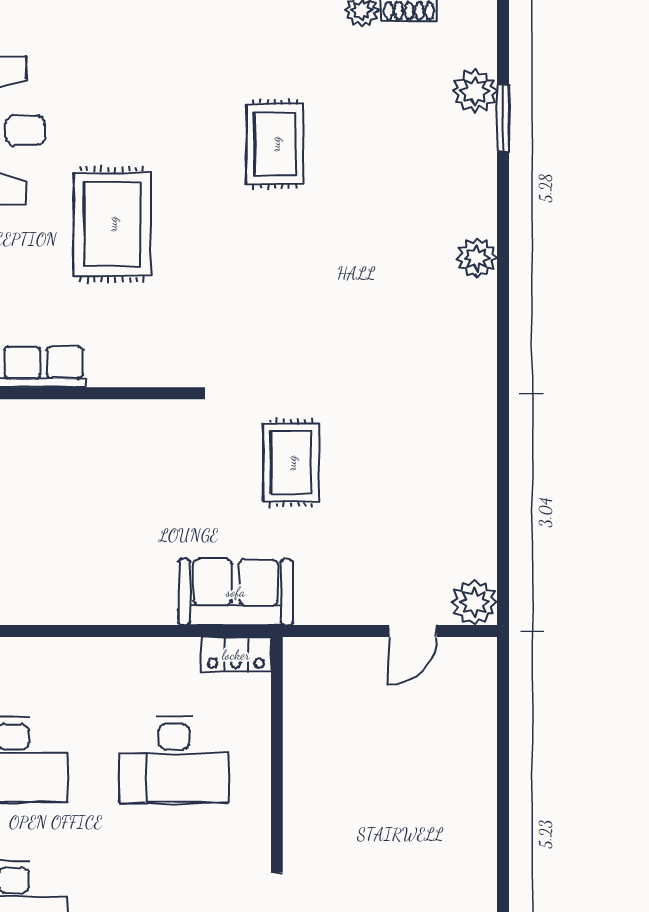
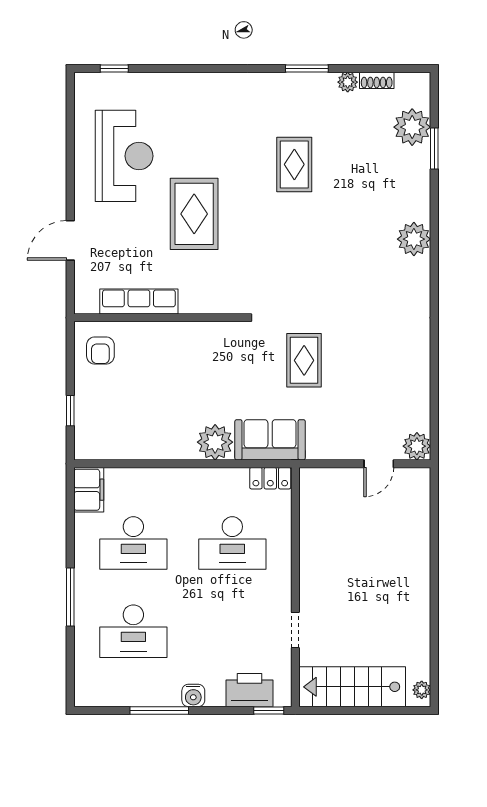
plant: (475, 91) -> (412, 127), width x1.36, depth x1.36
plant: (477, 258) -> (414, 239), width x1.36, depth x1.36
plant: (146, 596) -> (215, 442), added

